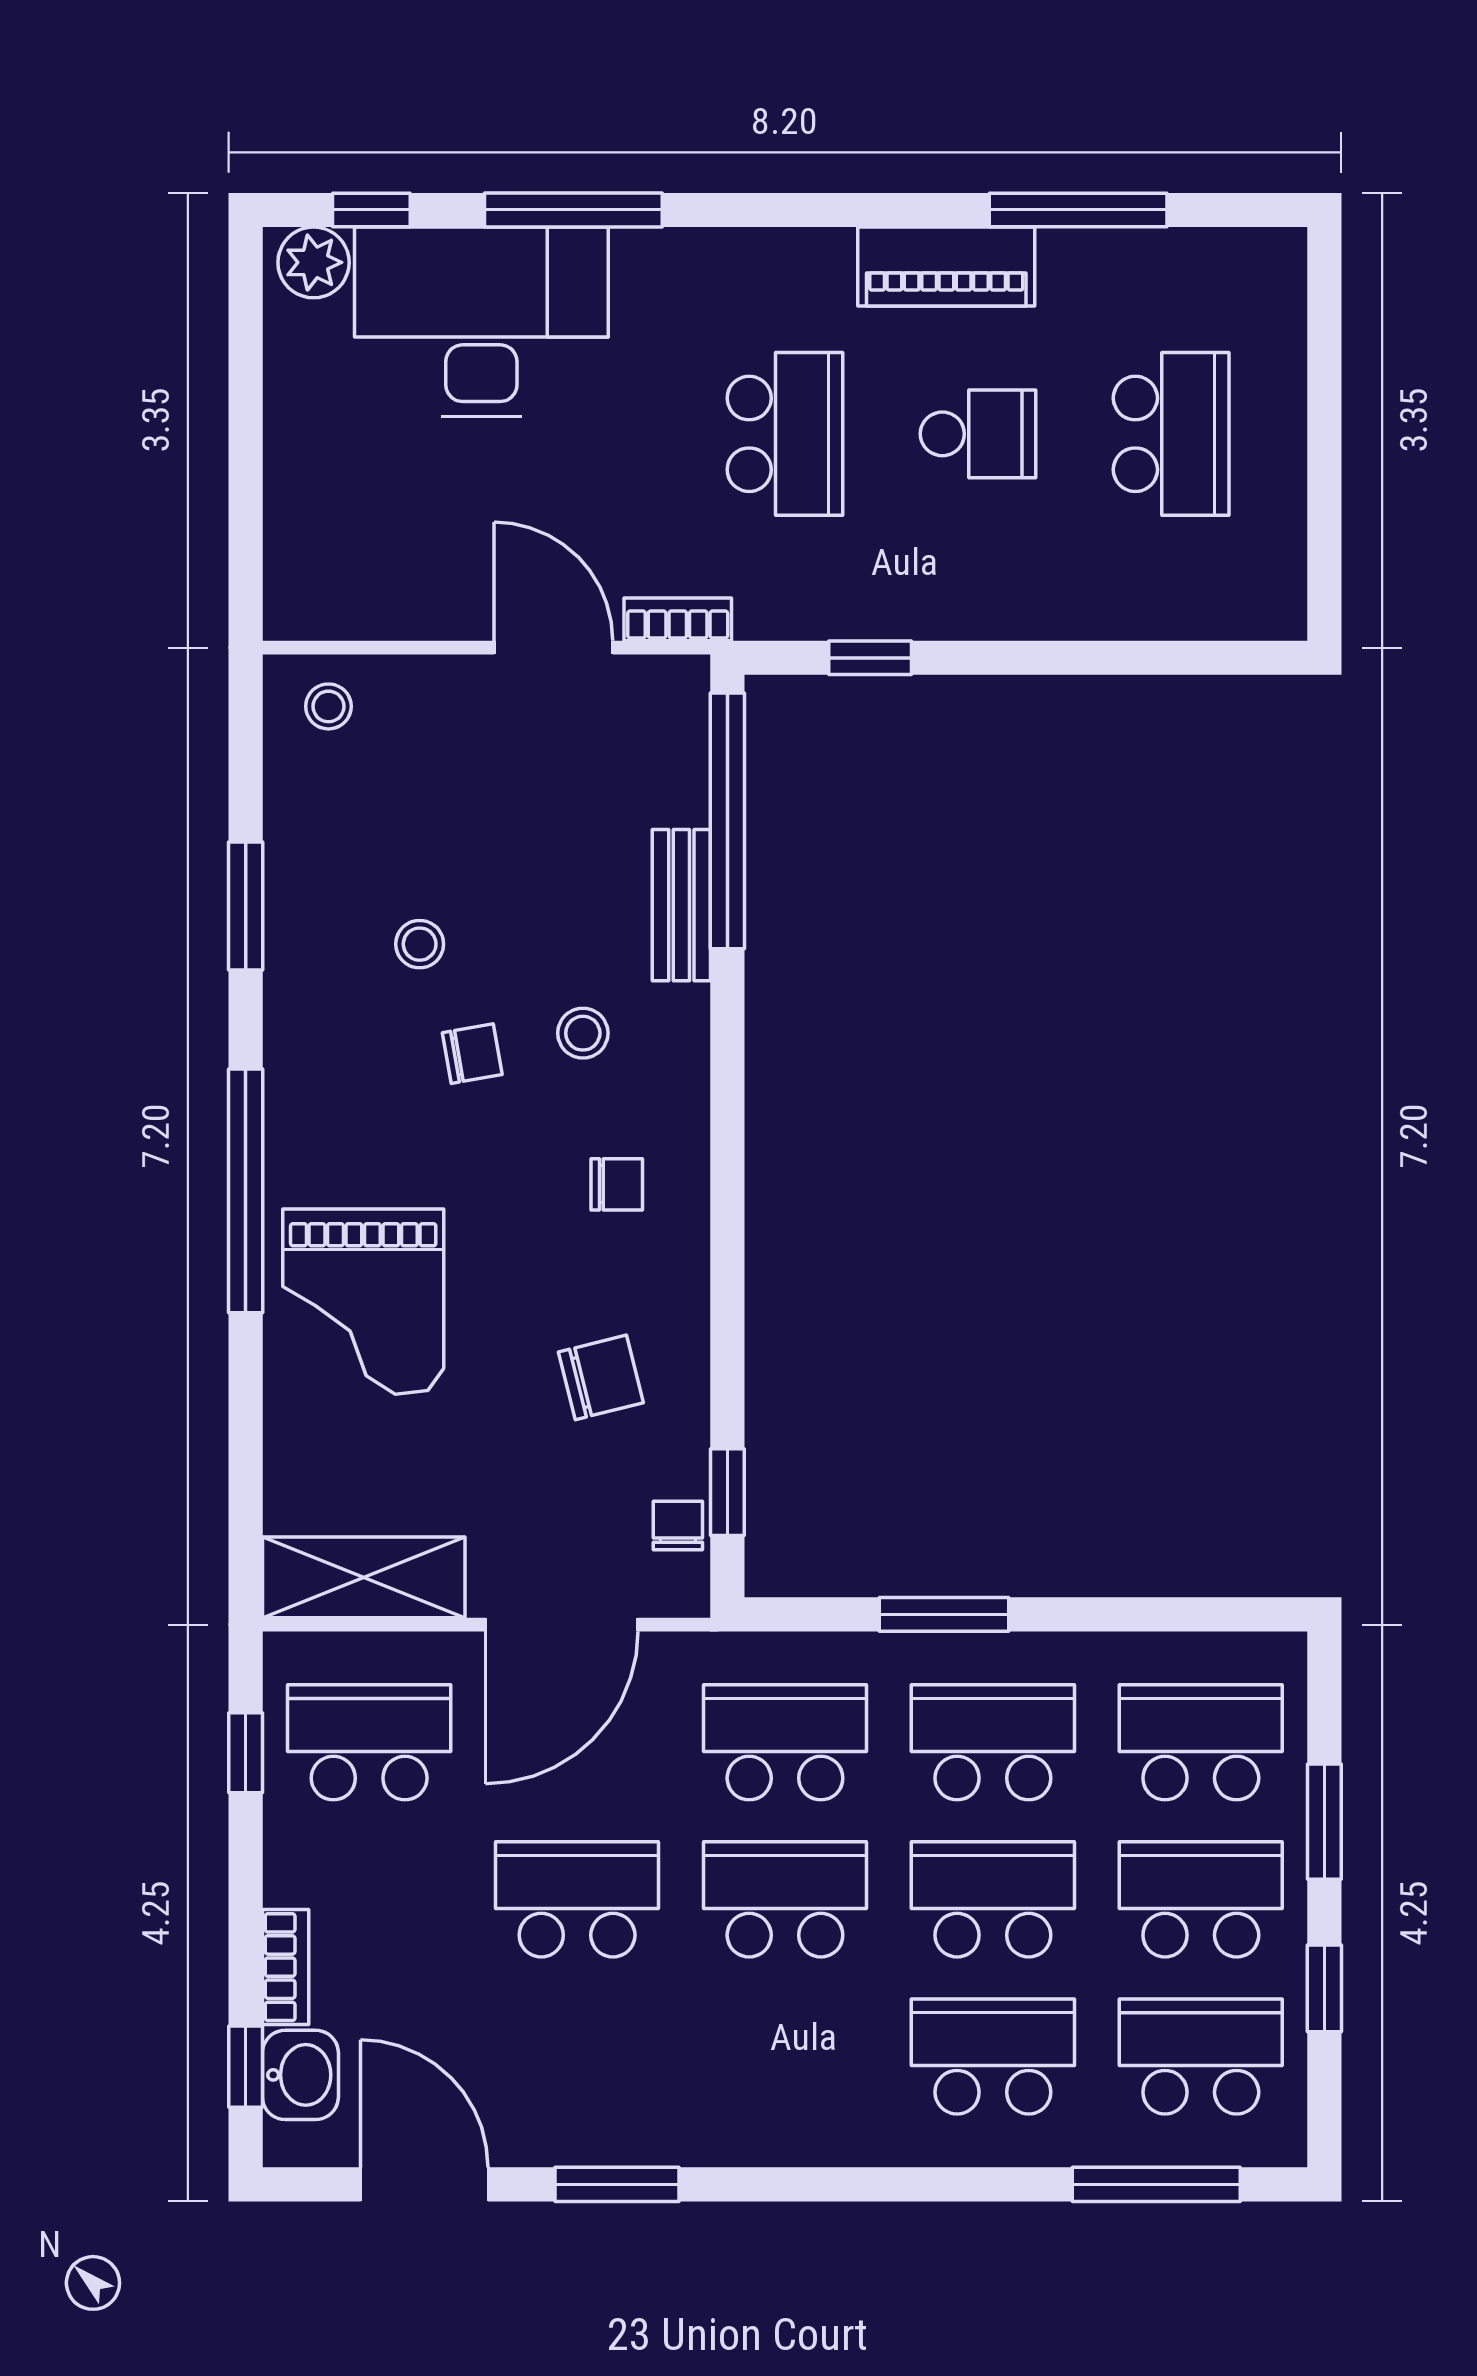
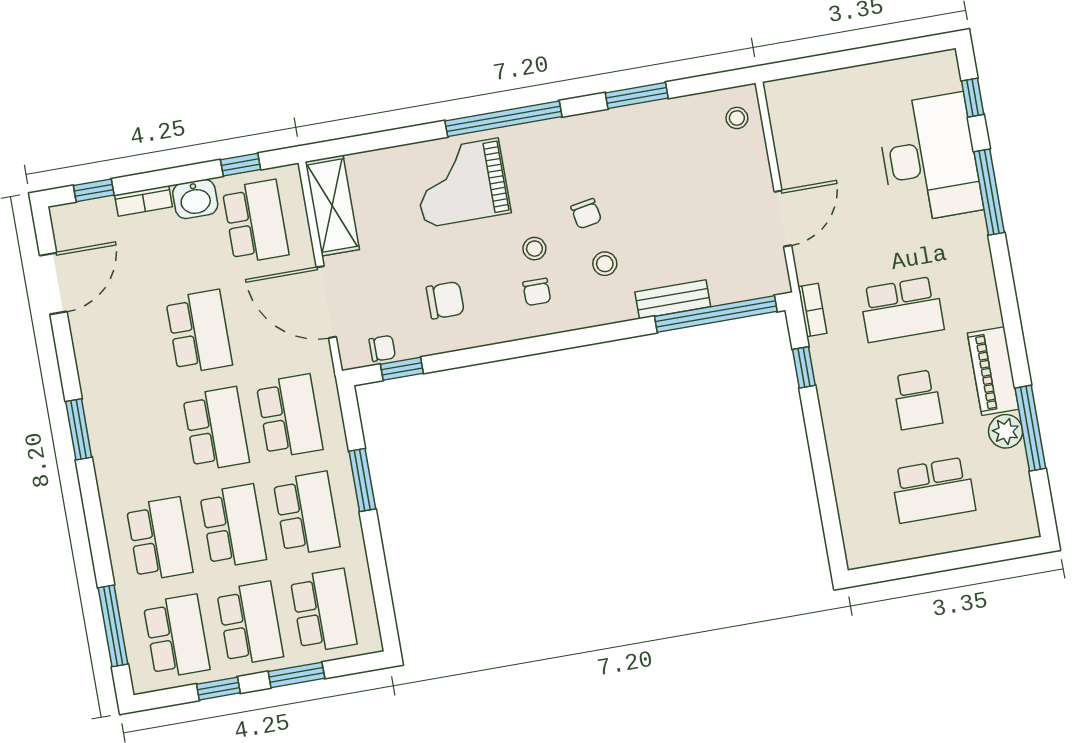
plant: (314, 262) -> (1006, 431), moved
bookcase: (678, 619) -> (812, 310), moved
stool: (420, 944) -> (534, 249), moved
chair: (601, 1377) -> (445, 300), turned -76
washbasin: (300, 2075) -> (195, 199), moved
window: (617, 2184) -> (79, 429), moved

